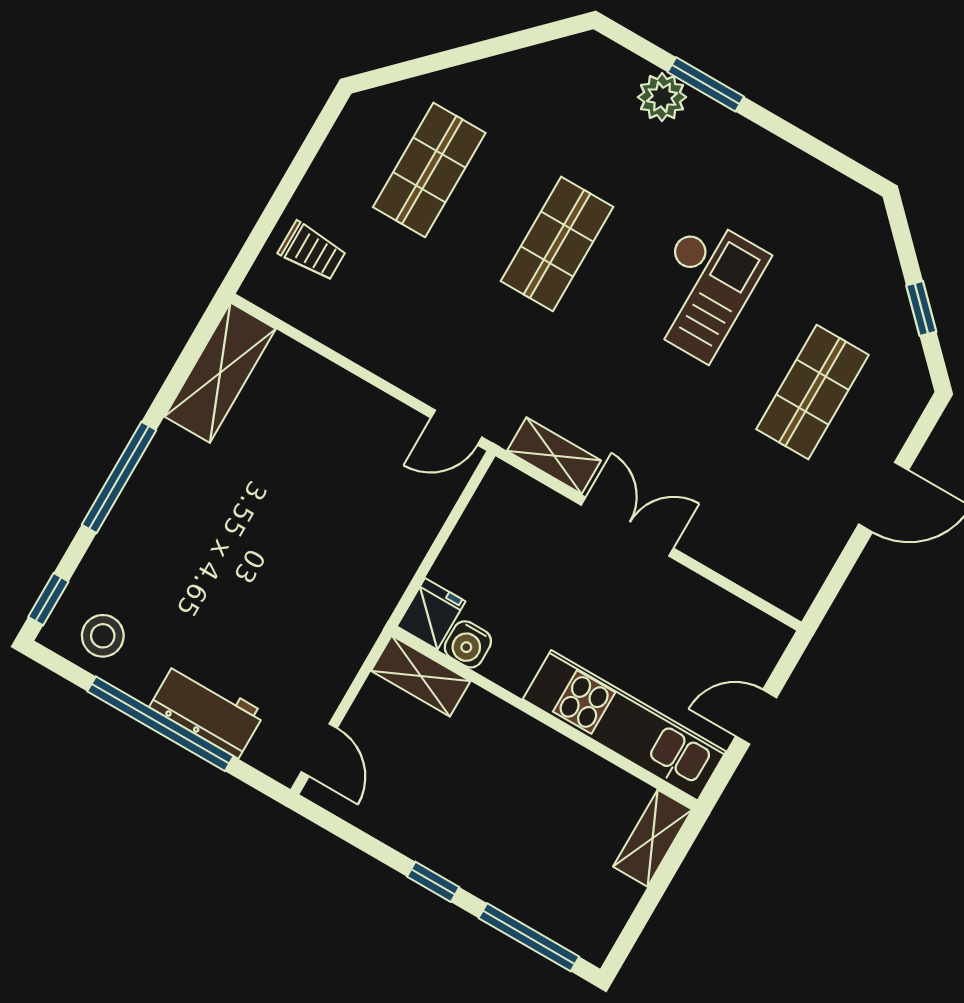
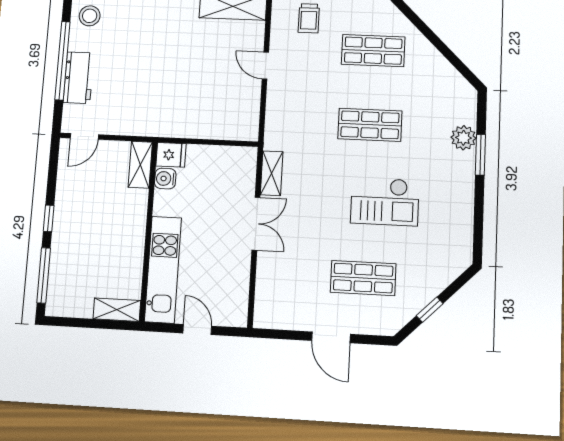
door: (456, 428) -> (265, 66), moved

